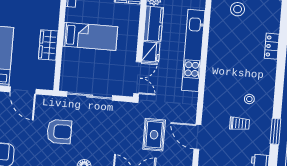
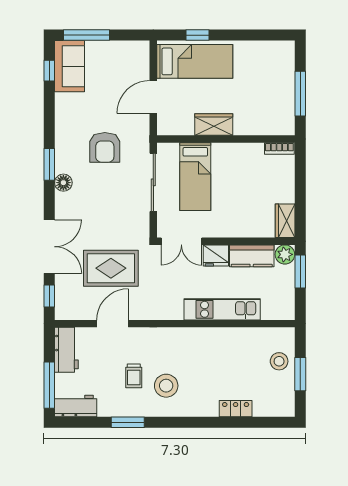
bed: (90, 36) -> (195, 177), moved
kitchen unit: (193, 50) -> (222, 309), width x0.73
stool: (249, 99) -> (166, 386), width x1.89, depth x1.89
rug: (154, 135) -> (111, 268), width x1.36, depth x1.43

